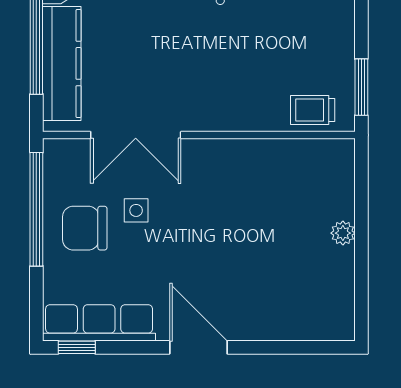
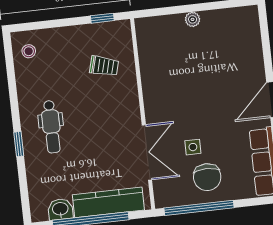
window: (361, 87) -> (102, 18), width x0.67
trolley: (313, 110) -> (104, 66), moved, turned -75

